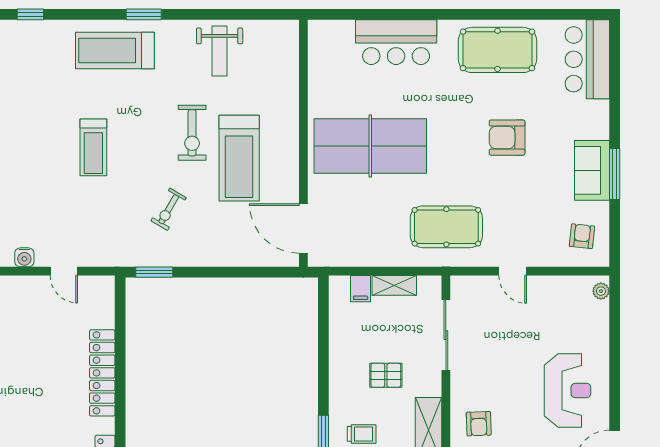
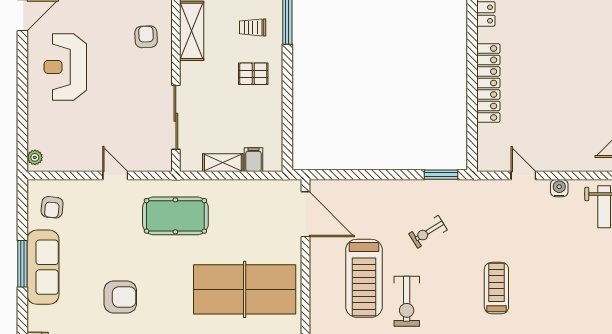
exercise bike: (192, 133) -> (407, 301), turned 180
treadmill: (239, 158) -> (364, 278), turned 180
sofa: (592, 170) -> (43, 267), width x1.36
exercise bike: (169, 209) -> (428, 232), turned -152
pallet: (386, 375) -> (253, 74), moved

